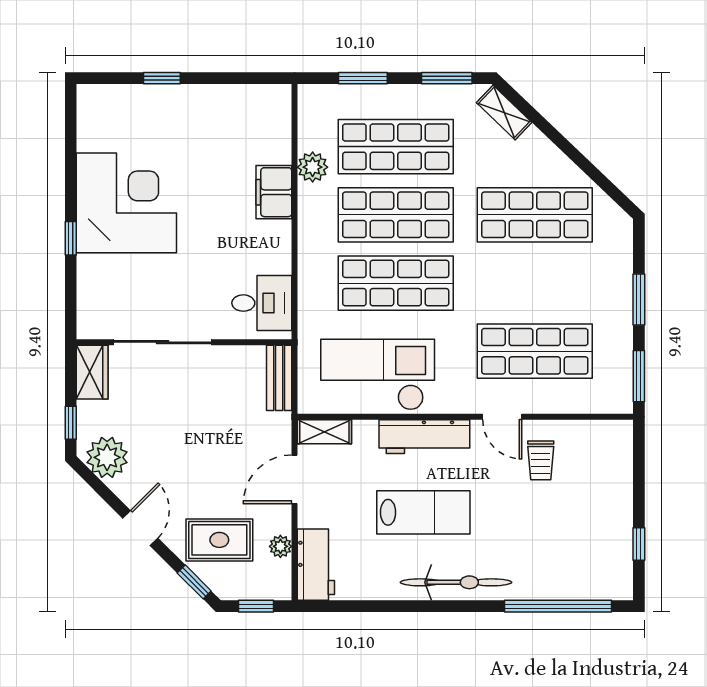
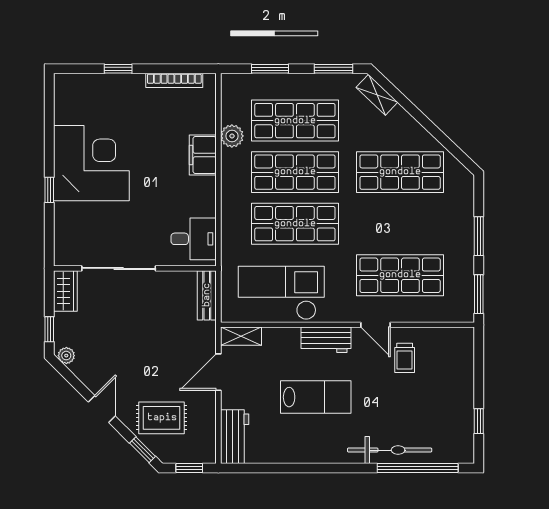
bookcase: (236, 94) -> (174, 80), added
workbench: (424, 437) -> (326, 340), width x0.73
plant: (107, 457) -> (66, 356), width x0.53, depth x0.53
plant: (280, 546) -> (208, 423), removed
bicycle: (456, 582) -> (390, 450), moved

